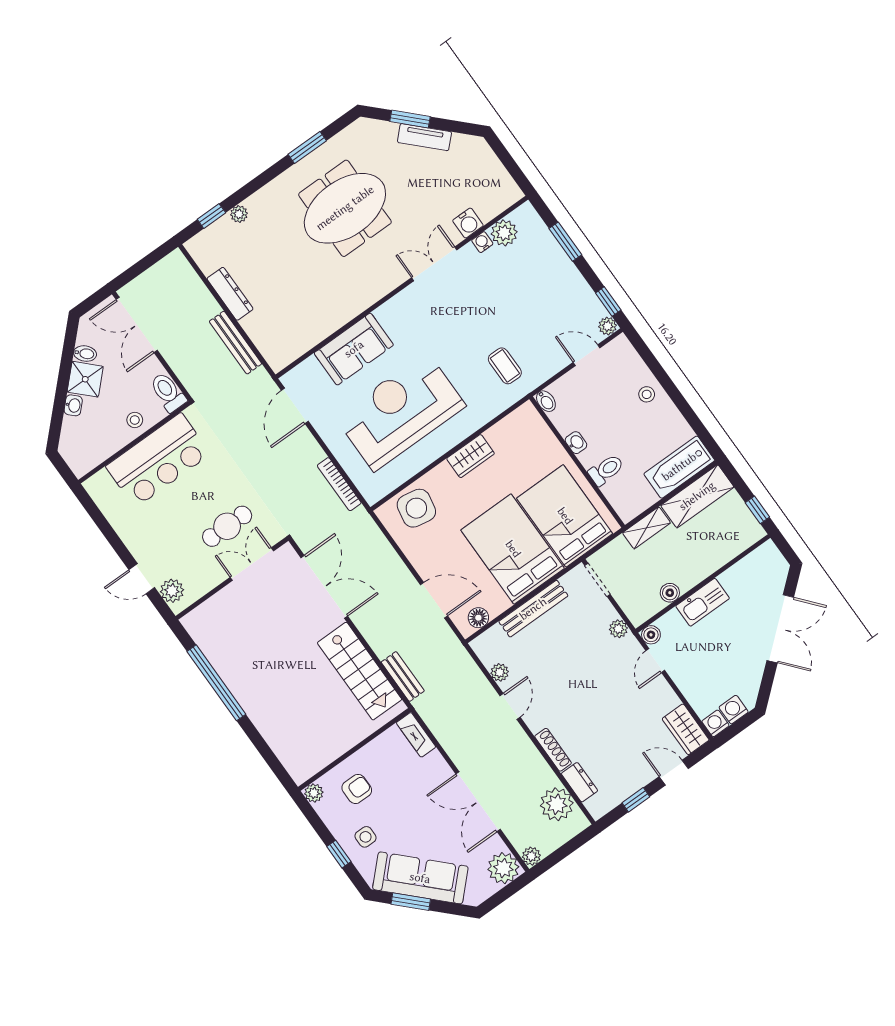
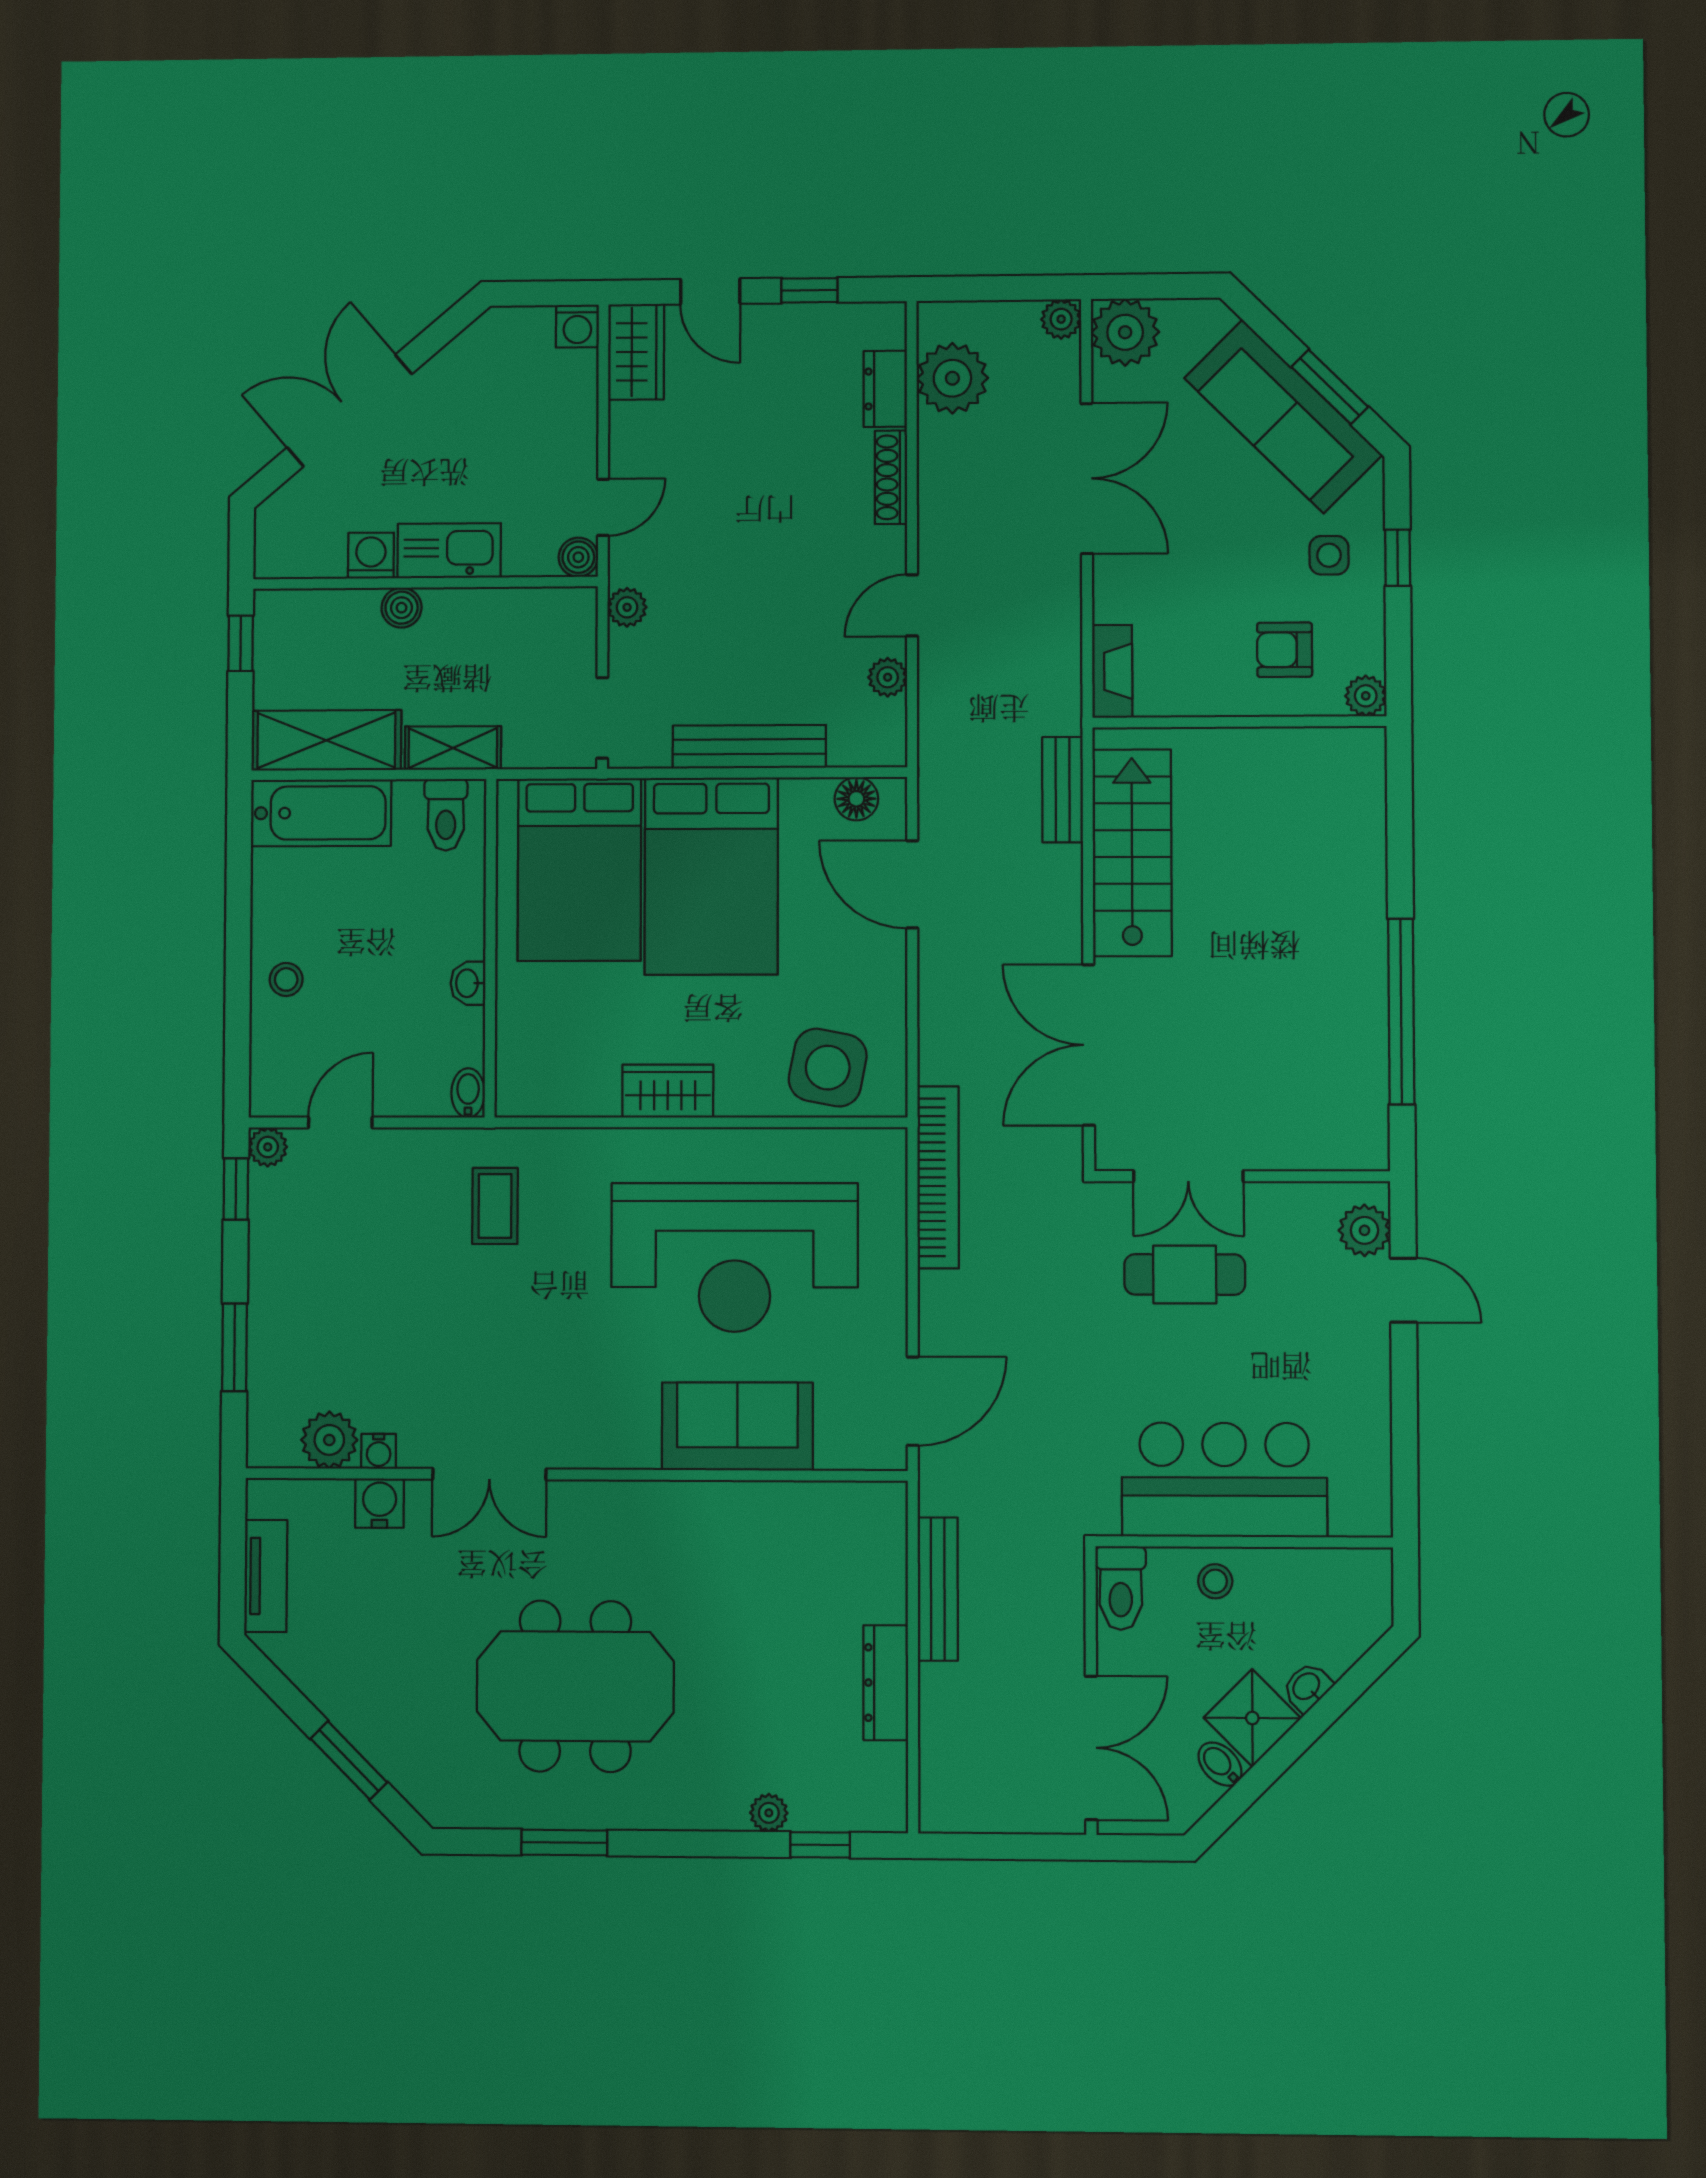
tv unit: (424, 137) -> (266, 1576), moved, turned 45
door: (587, 355) -> (340, 1122), swing flipped
toilet: (606, 470) -> (446, 815), moved, turned -90
bookcase: (339, 484) -> (938, 1177), width x1.48, depth x1.31
boiler: (670, 593) -> (402, 608), moved
washing machine: (734, 710) -> (371, 556), moved, turned 180

